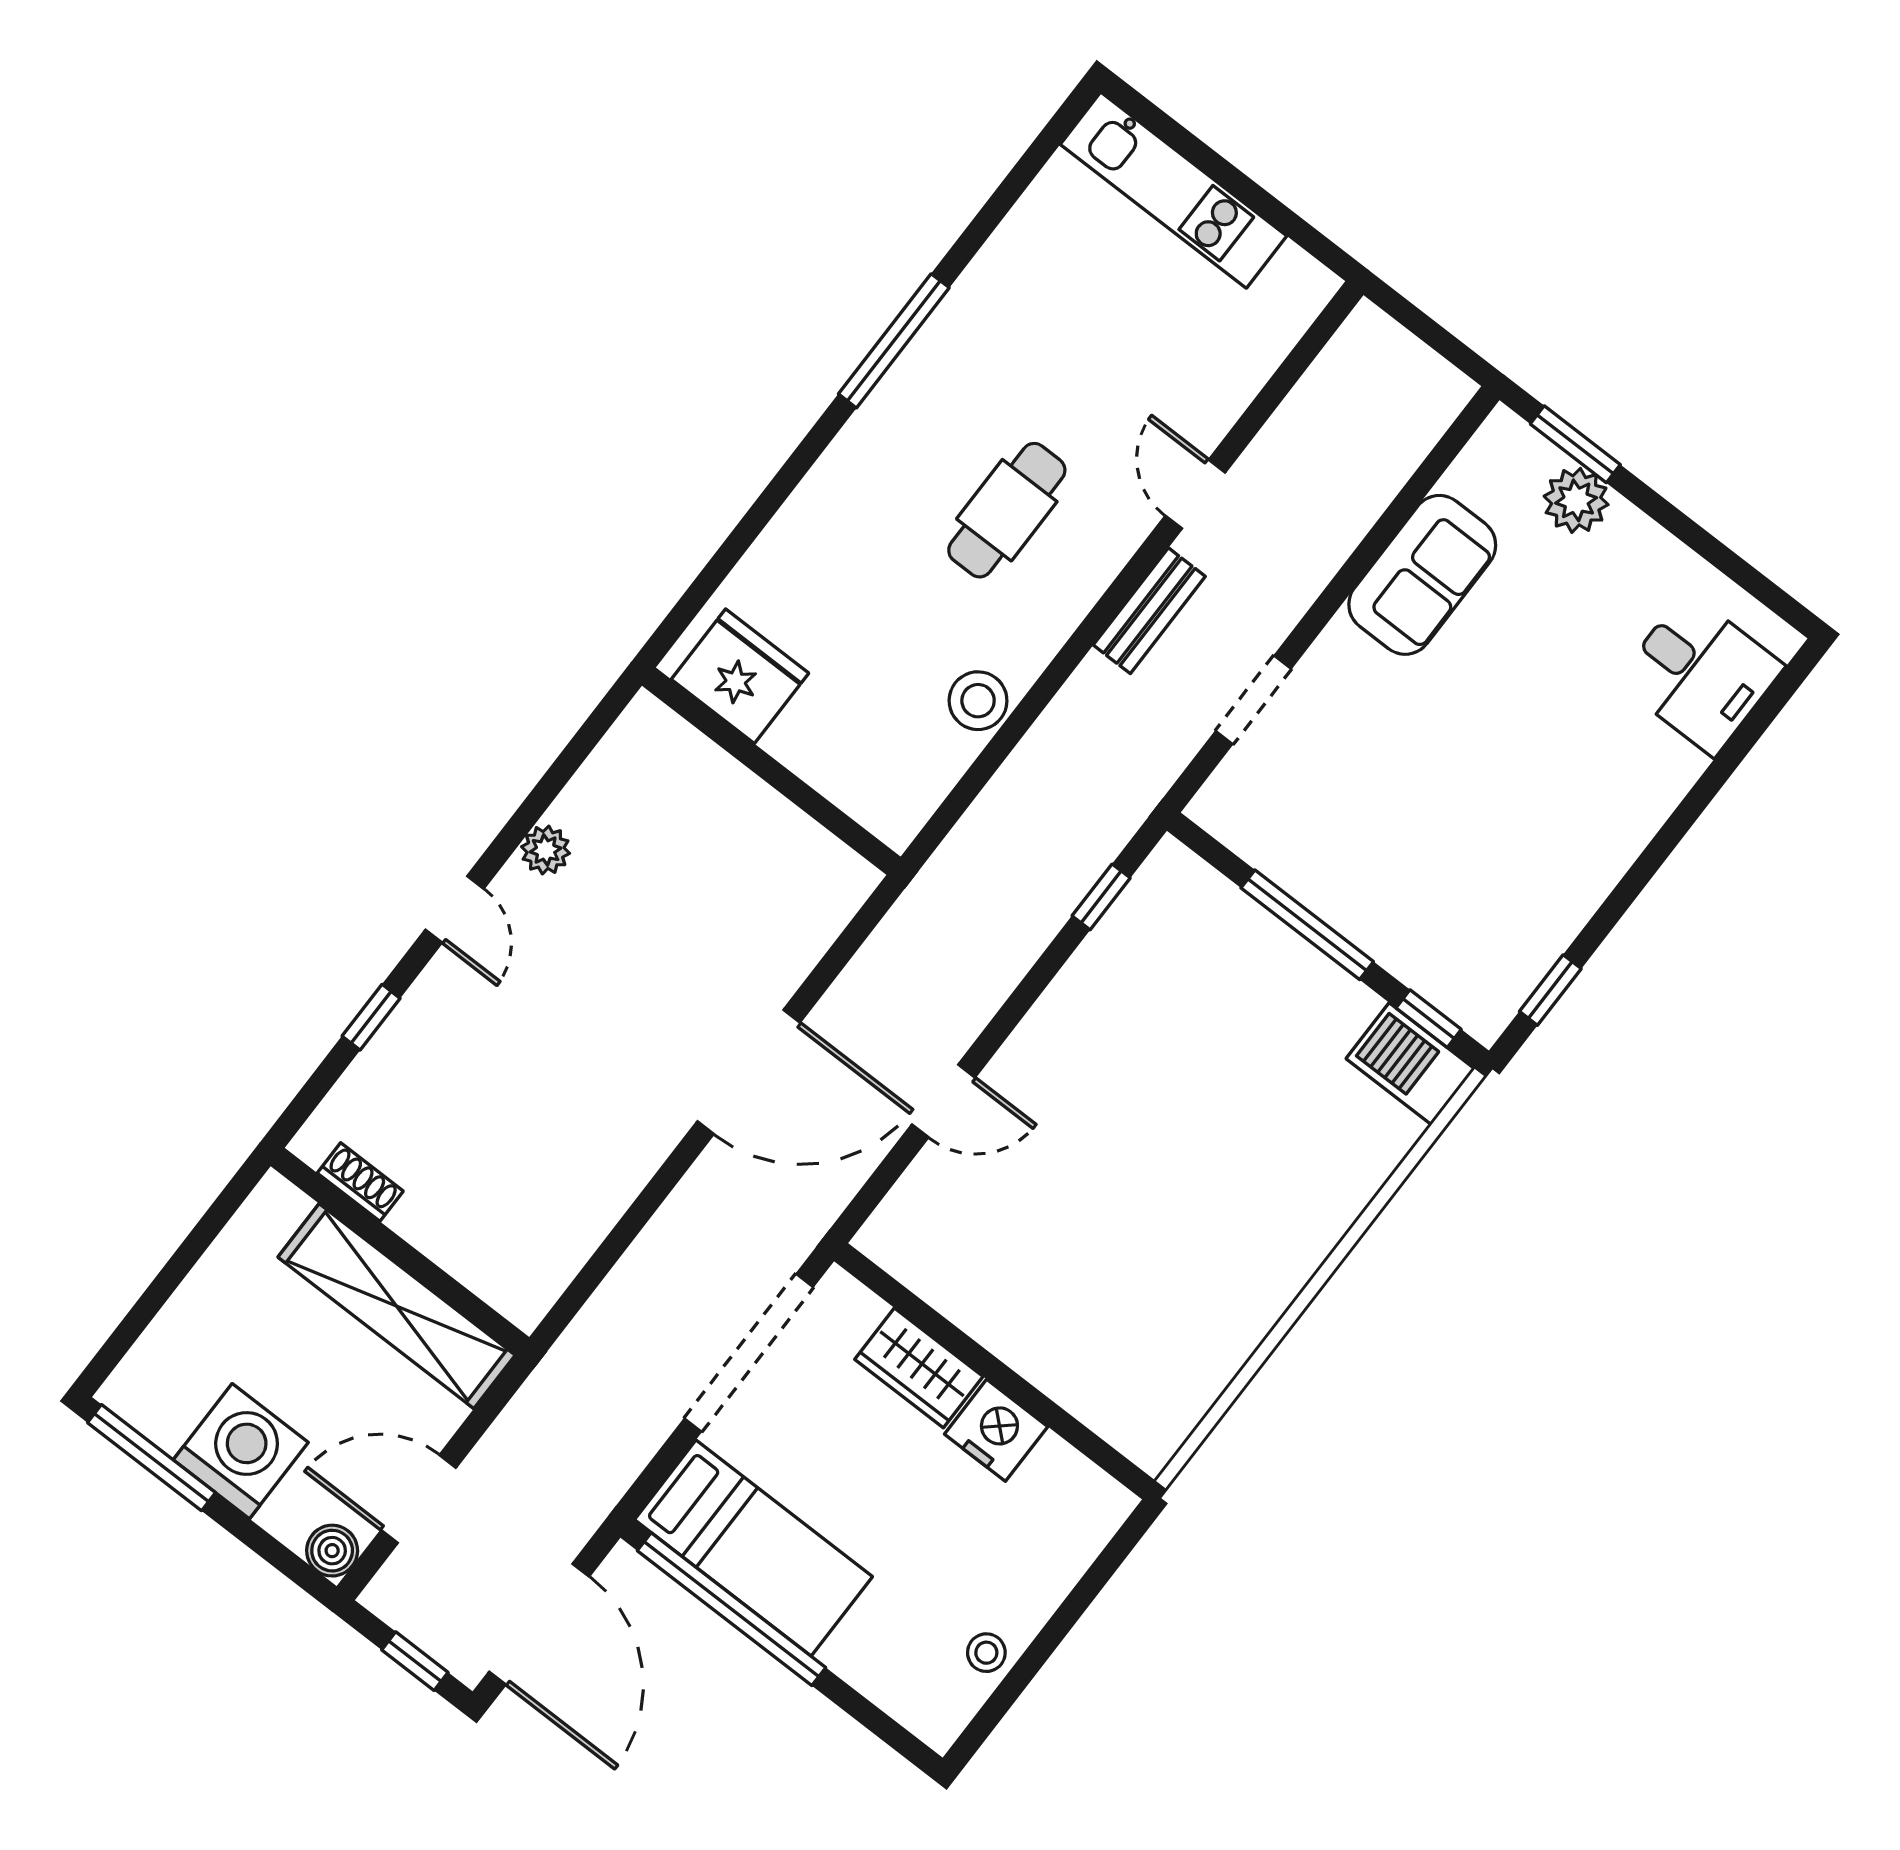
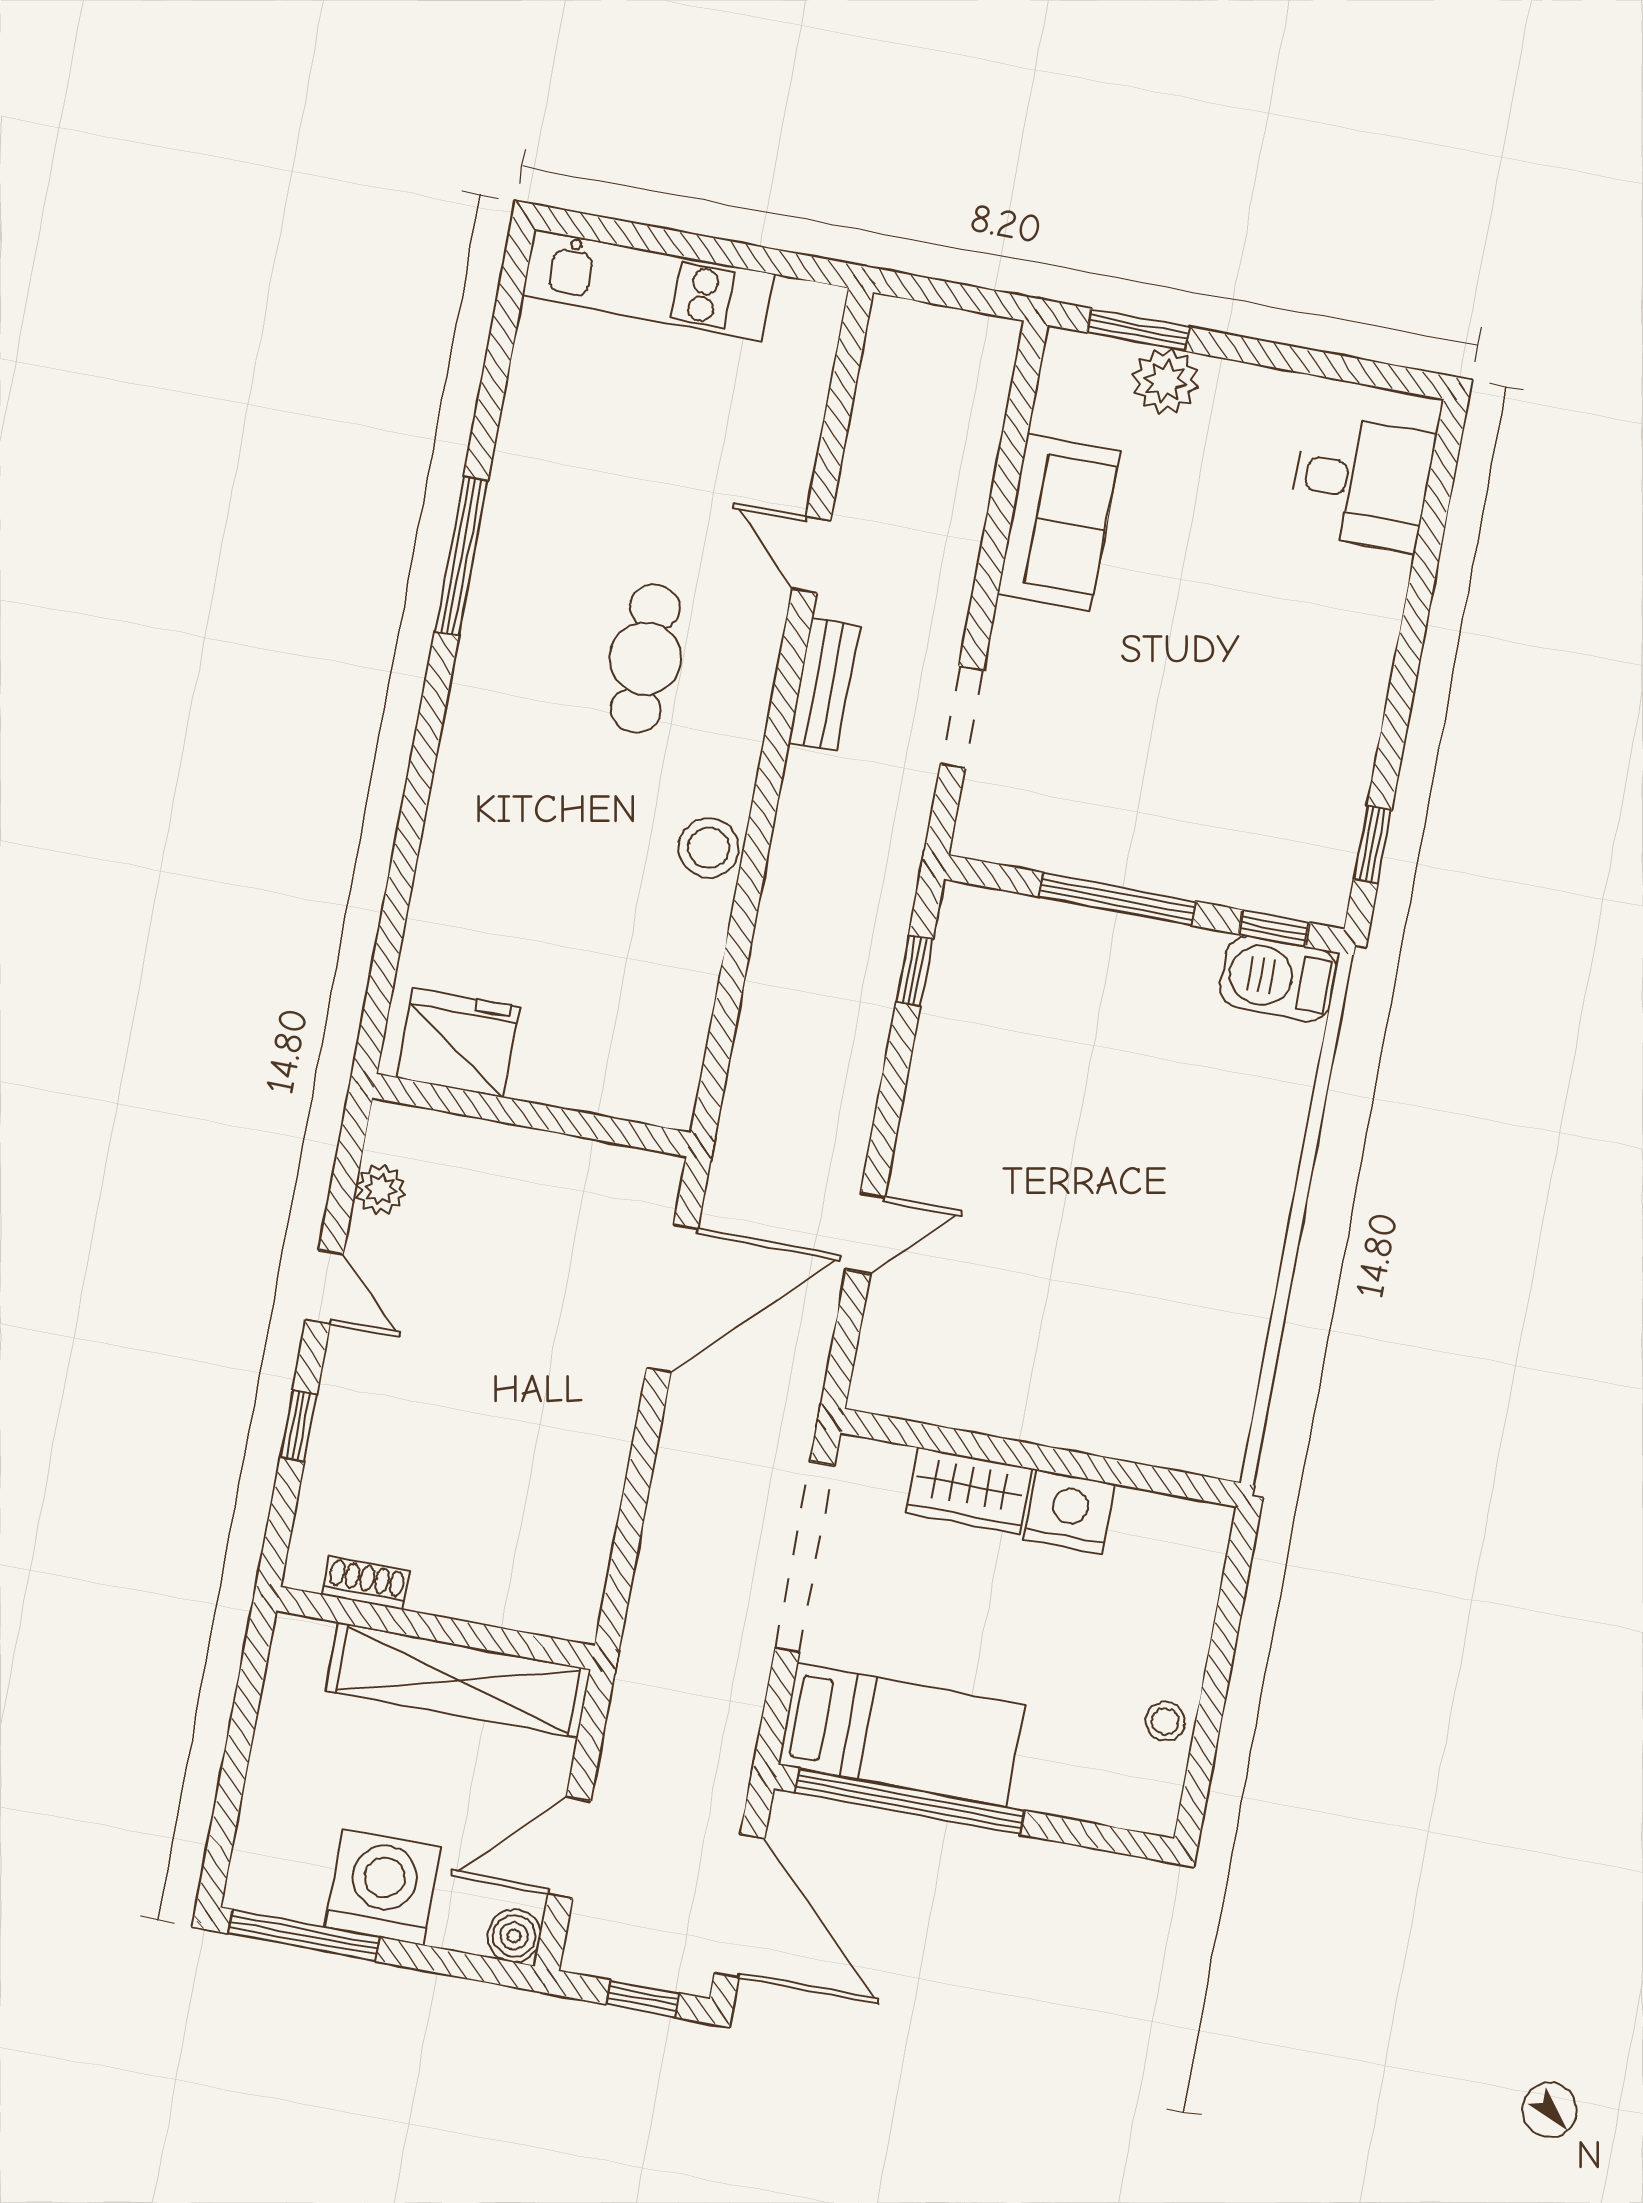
fridge: (740, 676) -> (458, 1042), moved
wall: (771, 771) -> (532, 1115), moved

